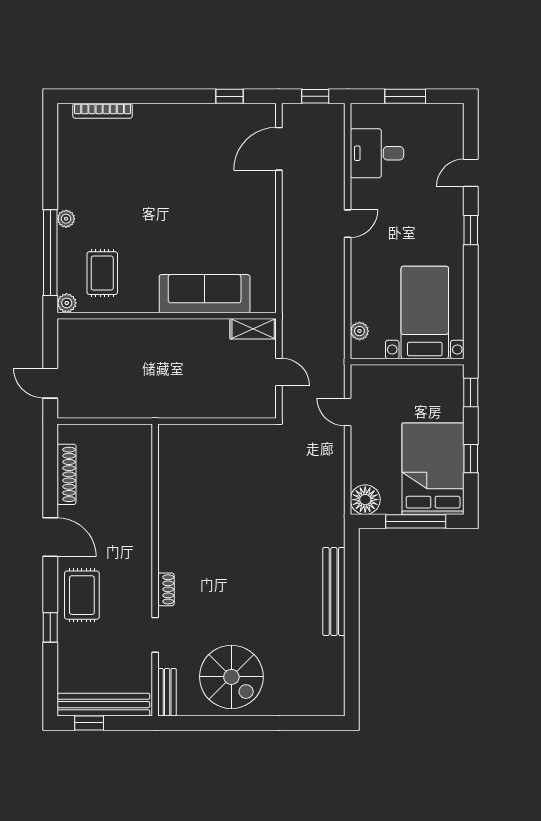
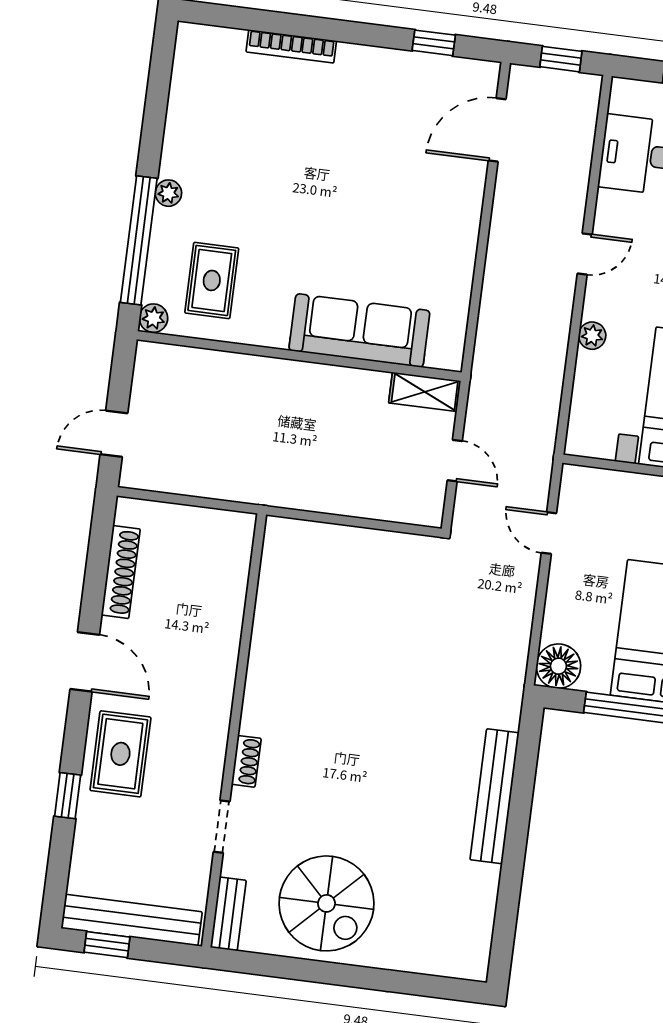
bookcase: (103, 111) -> (291, 46), moved
plant: (360, 331) -> (592, 336), moved
door: (50, 383) -> (114, 434), hinge flipped

